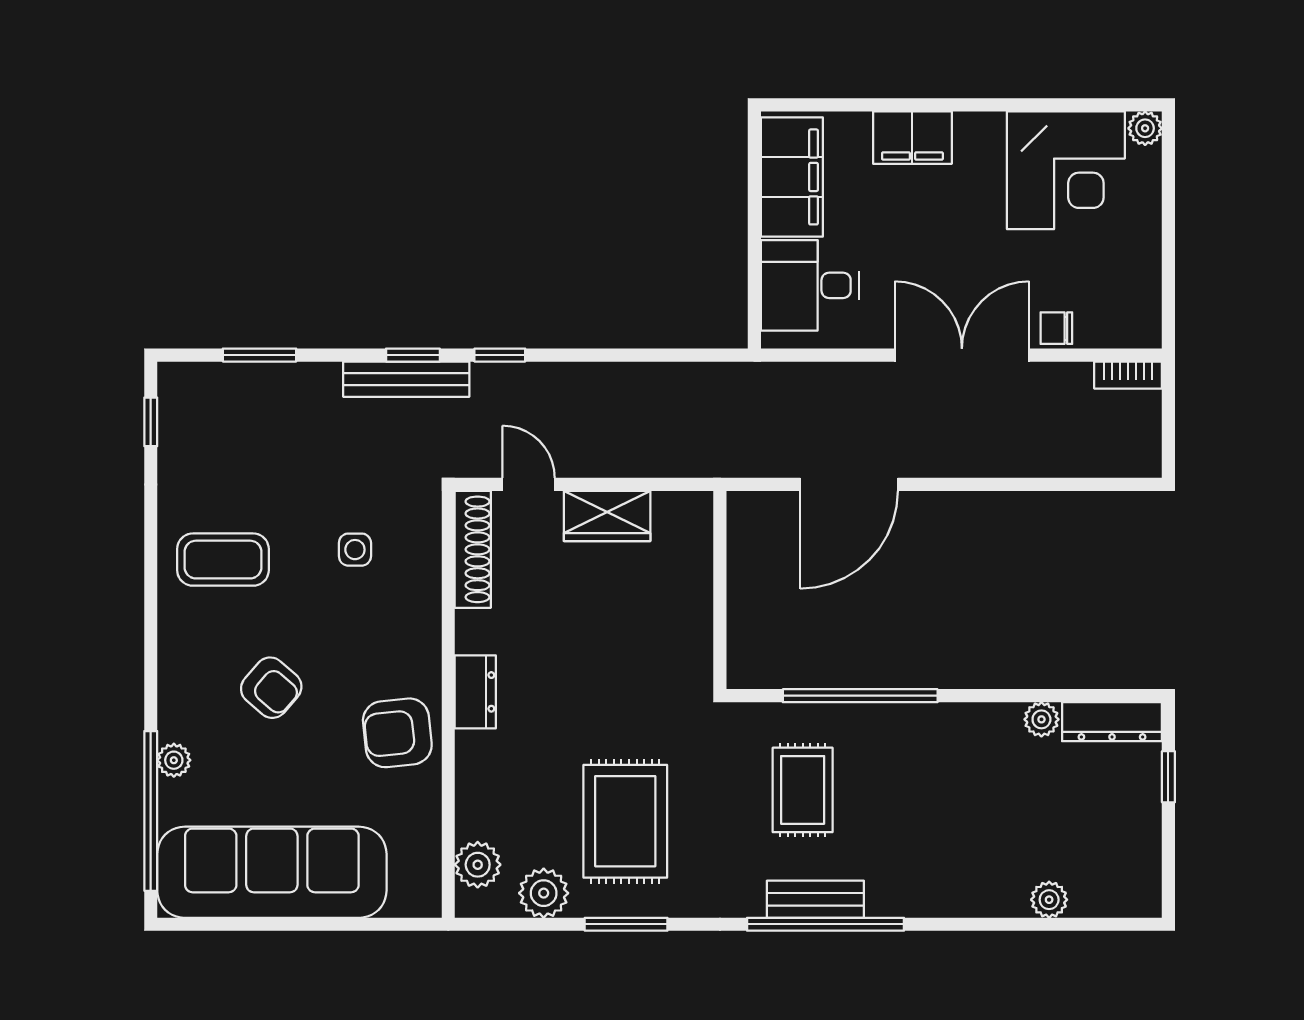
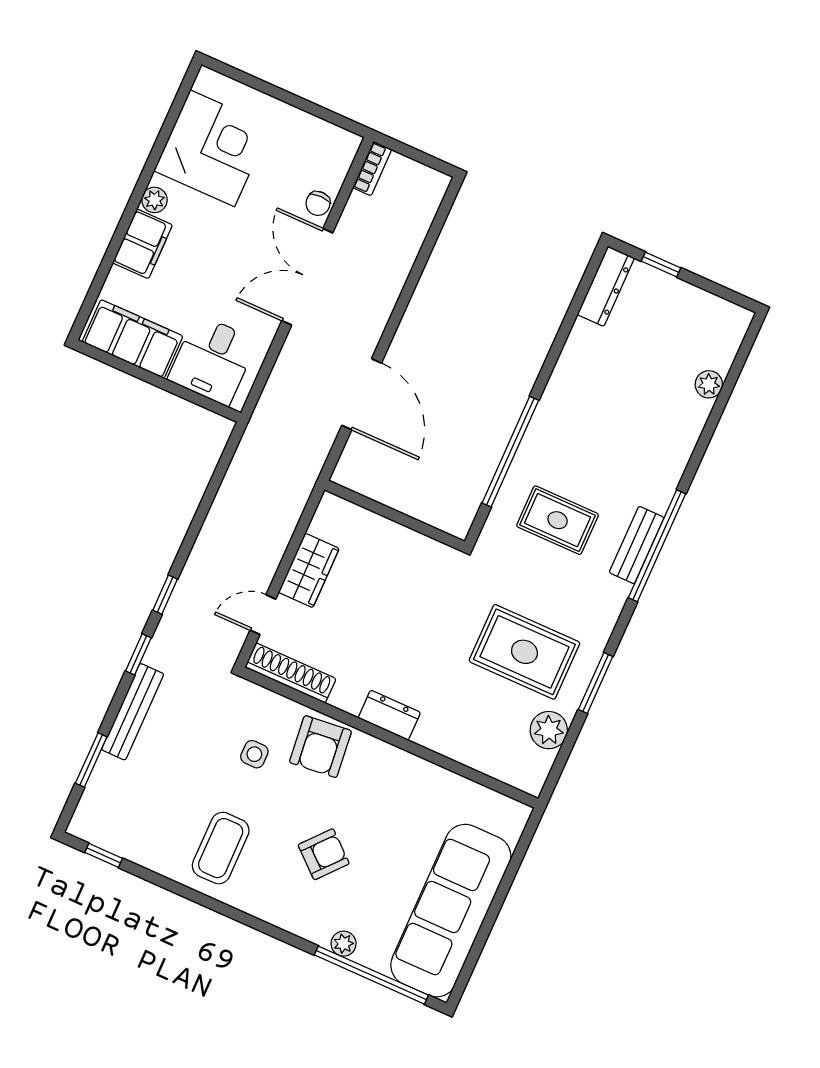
plant: (1145, 128) -> (154, 200), moved
bench: (406, 379) -> (133, 712), moved
plant: (1041, 719) -> (582, 334), removed
armchair: (397, 733) -> (320, 747), moved
plant: (478, 865) -> (509, 767), removed

